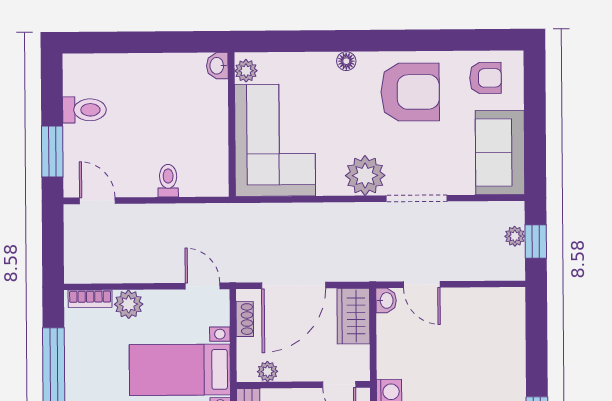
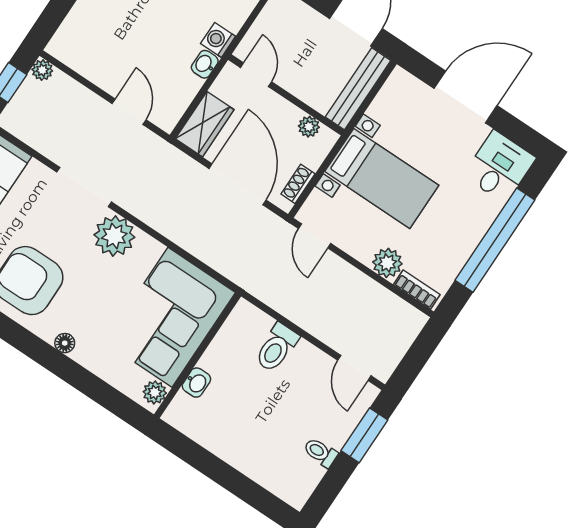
washbasin: (217, 66) -> (196, 383), moved
toilet: (84, 110) -> (320, 452), width x0.73, depth x0.72
toilet: (168, 181) -> (277, 348), width x1.37, depth x1.39
plant: (515, 236) -> (42, 70), moved
door: (294, 285) -> (237, 184), hinge flipped
washbasin: (386, 300) -> (205, 64), moved

